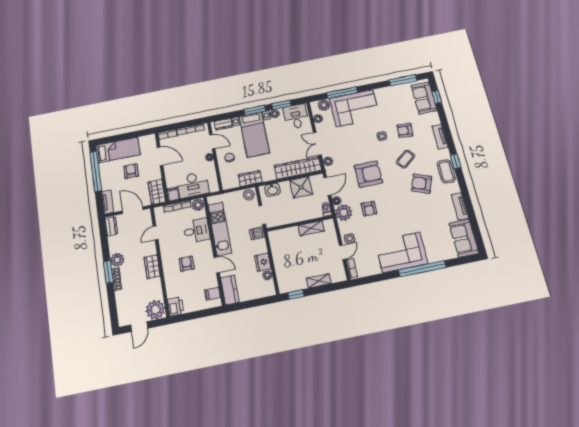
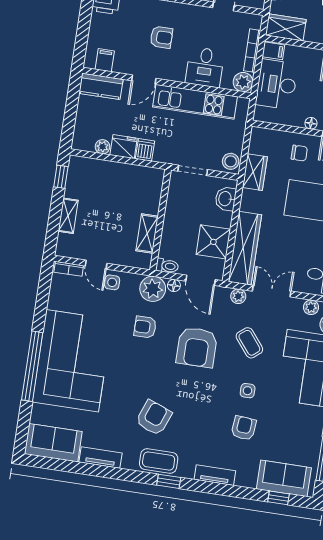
coffee table: (405, 159) -> (249, 343), moved
dishwasher: (257, 233) -> (145, 150), moved
corner sofa: (401, 252) -> (72, 361), width x1.36, depth x1.36

